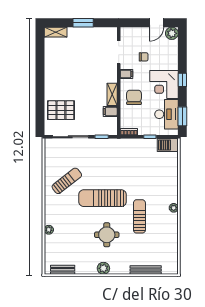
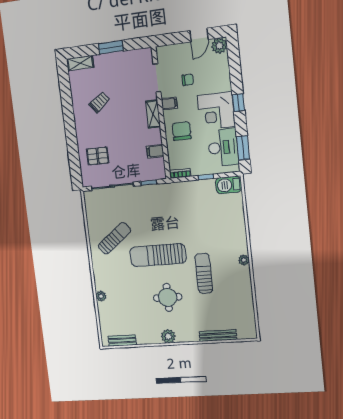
trolley: (68, 66) -> (99, 102), added
shelving: (112, 94) -> (153, 114), moved
pallet: (61, 110) -> (98, 156), width x0.67, depth x0.71

